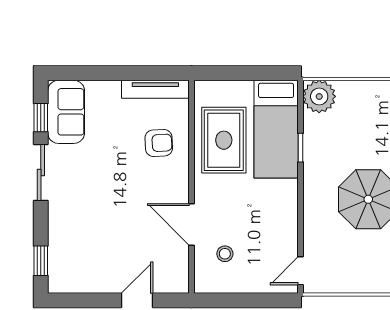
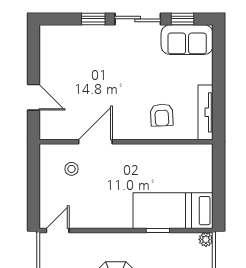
plant: (319, 96) -> (206, 239), width x0.53, depth x0.53
rug: (224, 140) -> (164, 168), removed
window: (41, 261) -> (93, 19), moved
door: (300, 271) -> (58, 230), hinge flipped

